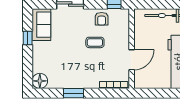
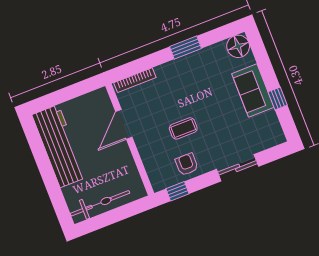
sofa: (41, 25) -> (253, 91), moved

